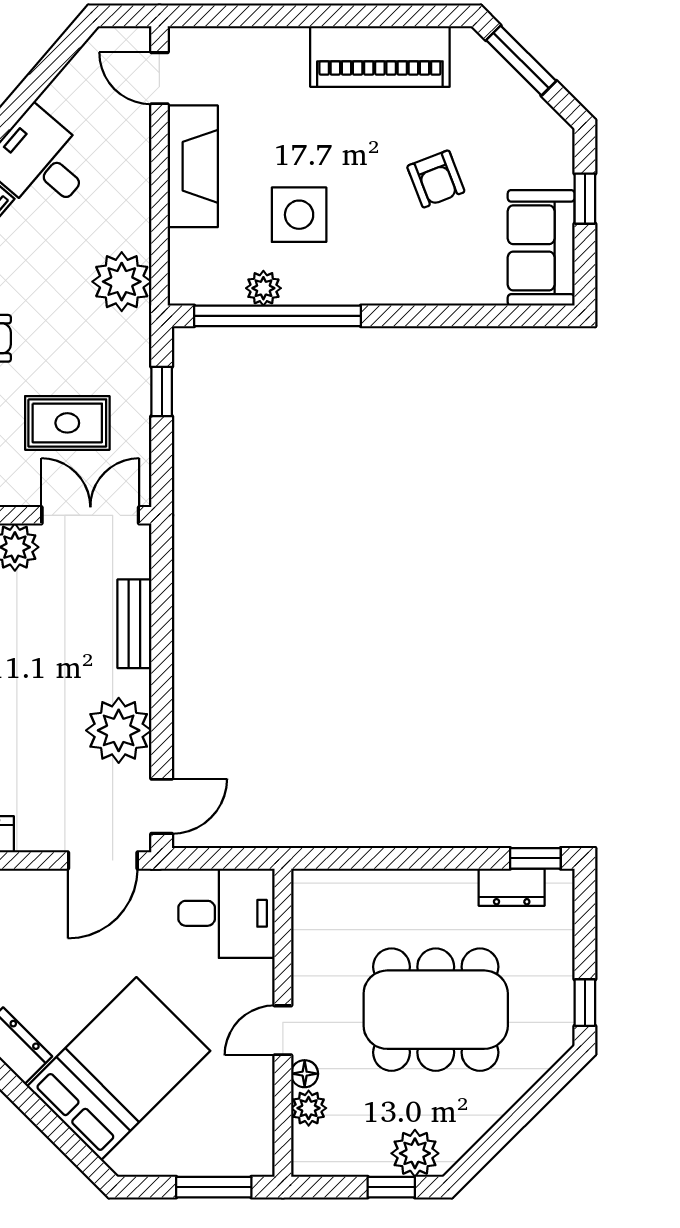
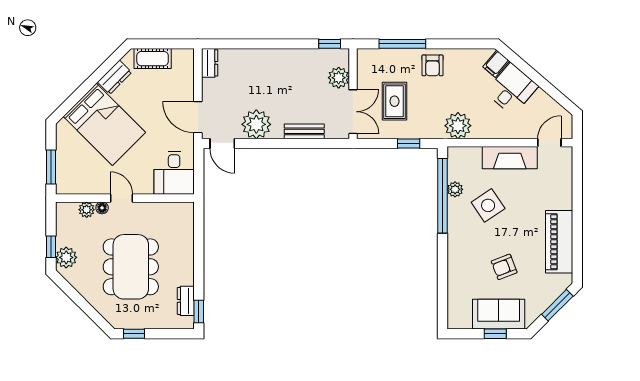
side table: (299, 215) -> (488, 205), turned -34
sofa: (541, 248) -> (499, 314), moved

